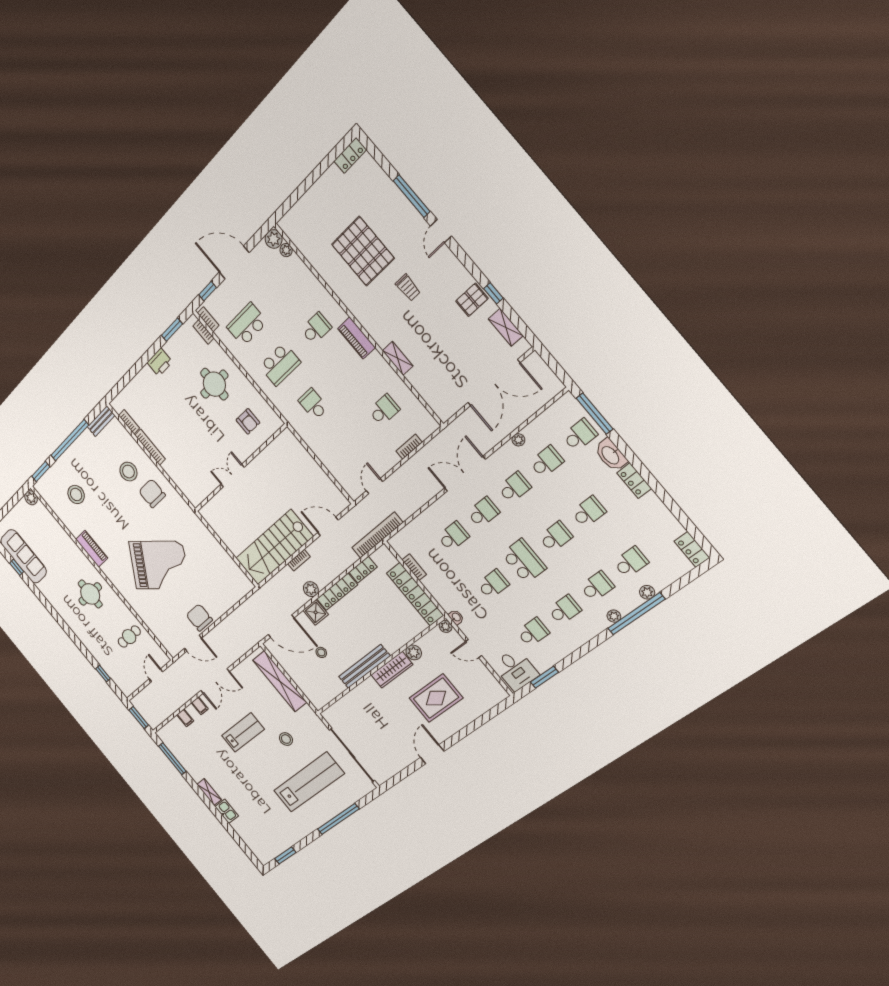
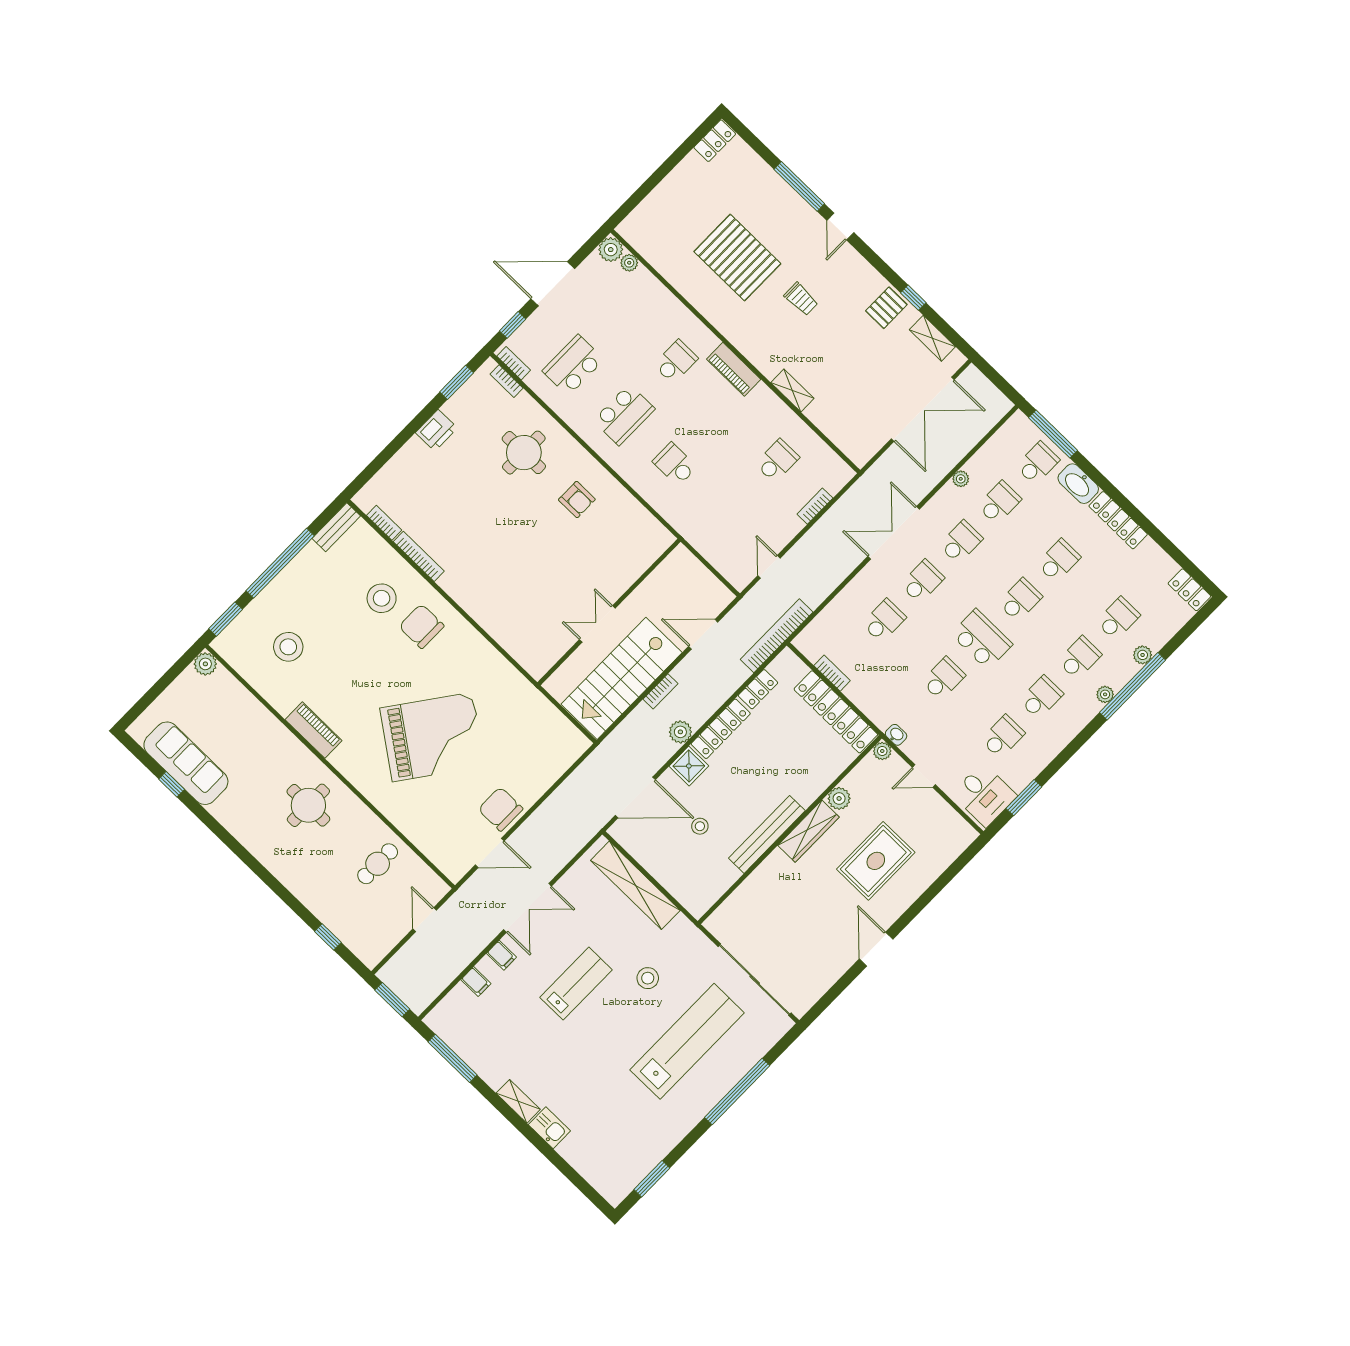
wall: (240, 469) -> (609, 612), moved
double door: (232, 476) -> (597, 624), moved
locker: (634, 481) -> (1118, 520), width x1.53

